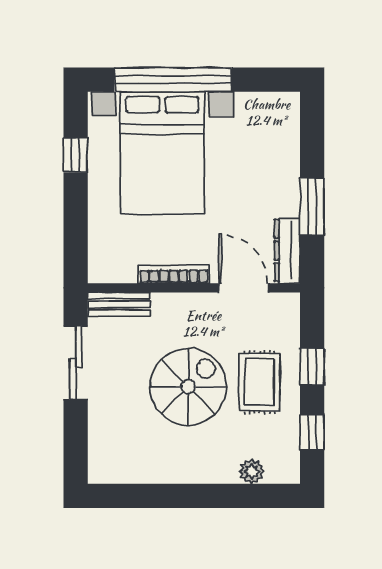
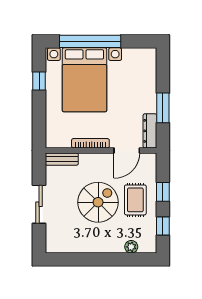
door: (243, 288) -> (127, 150), swing flipped
sliding door: (76, 363) -> (39, 204), moved

